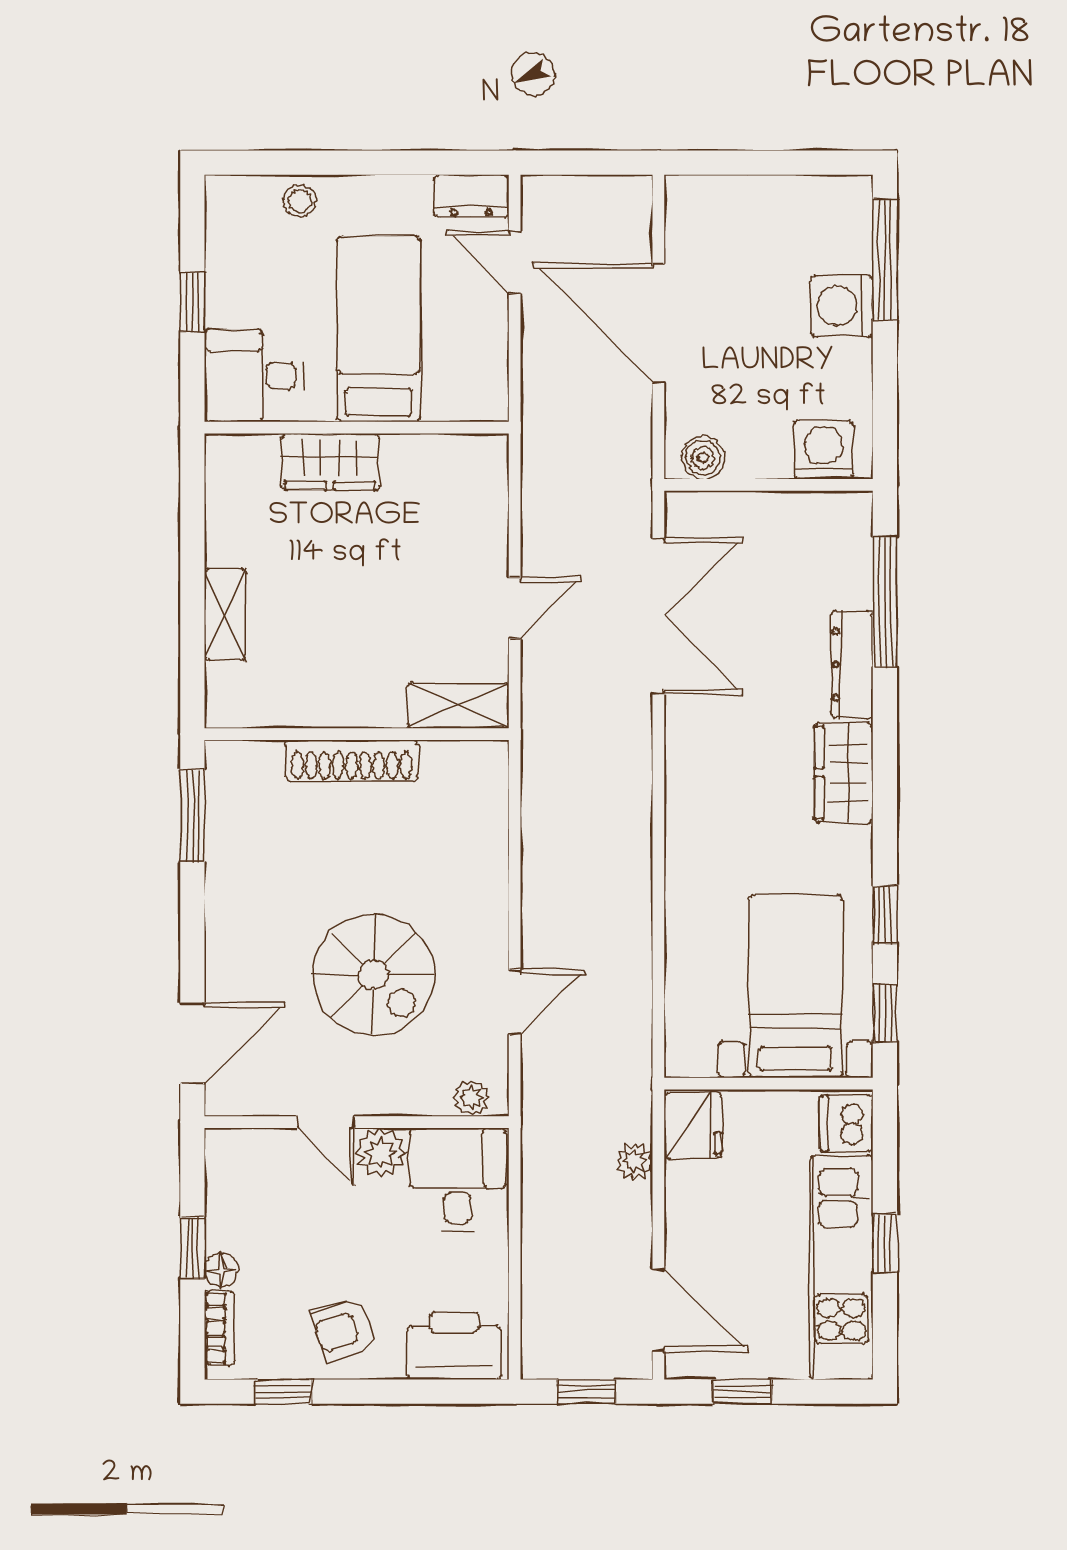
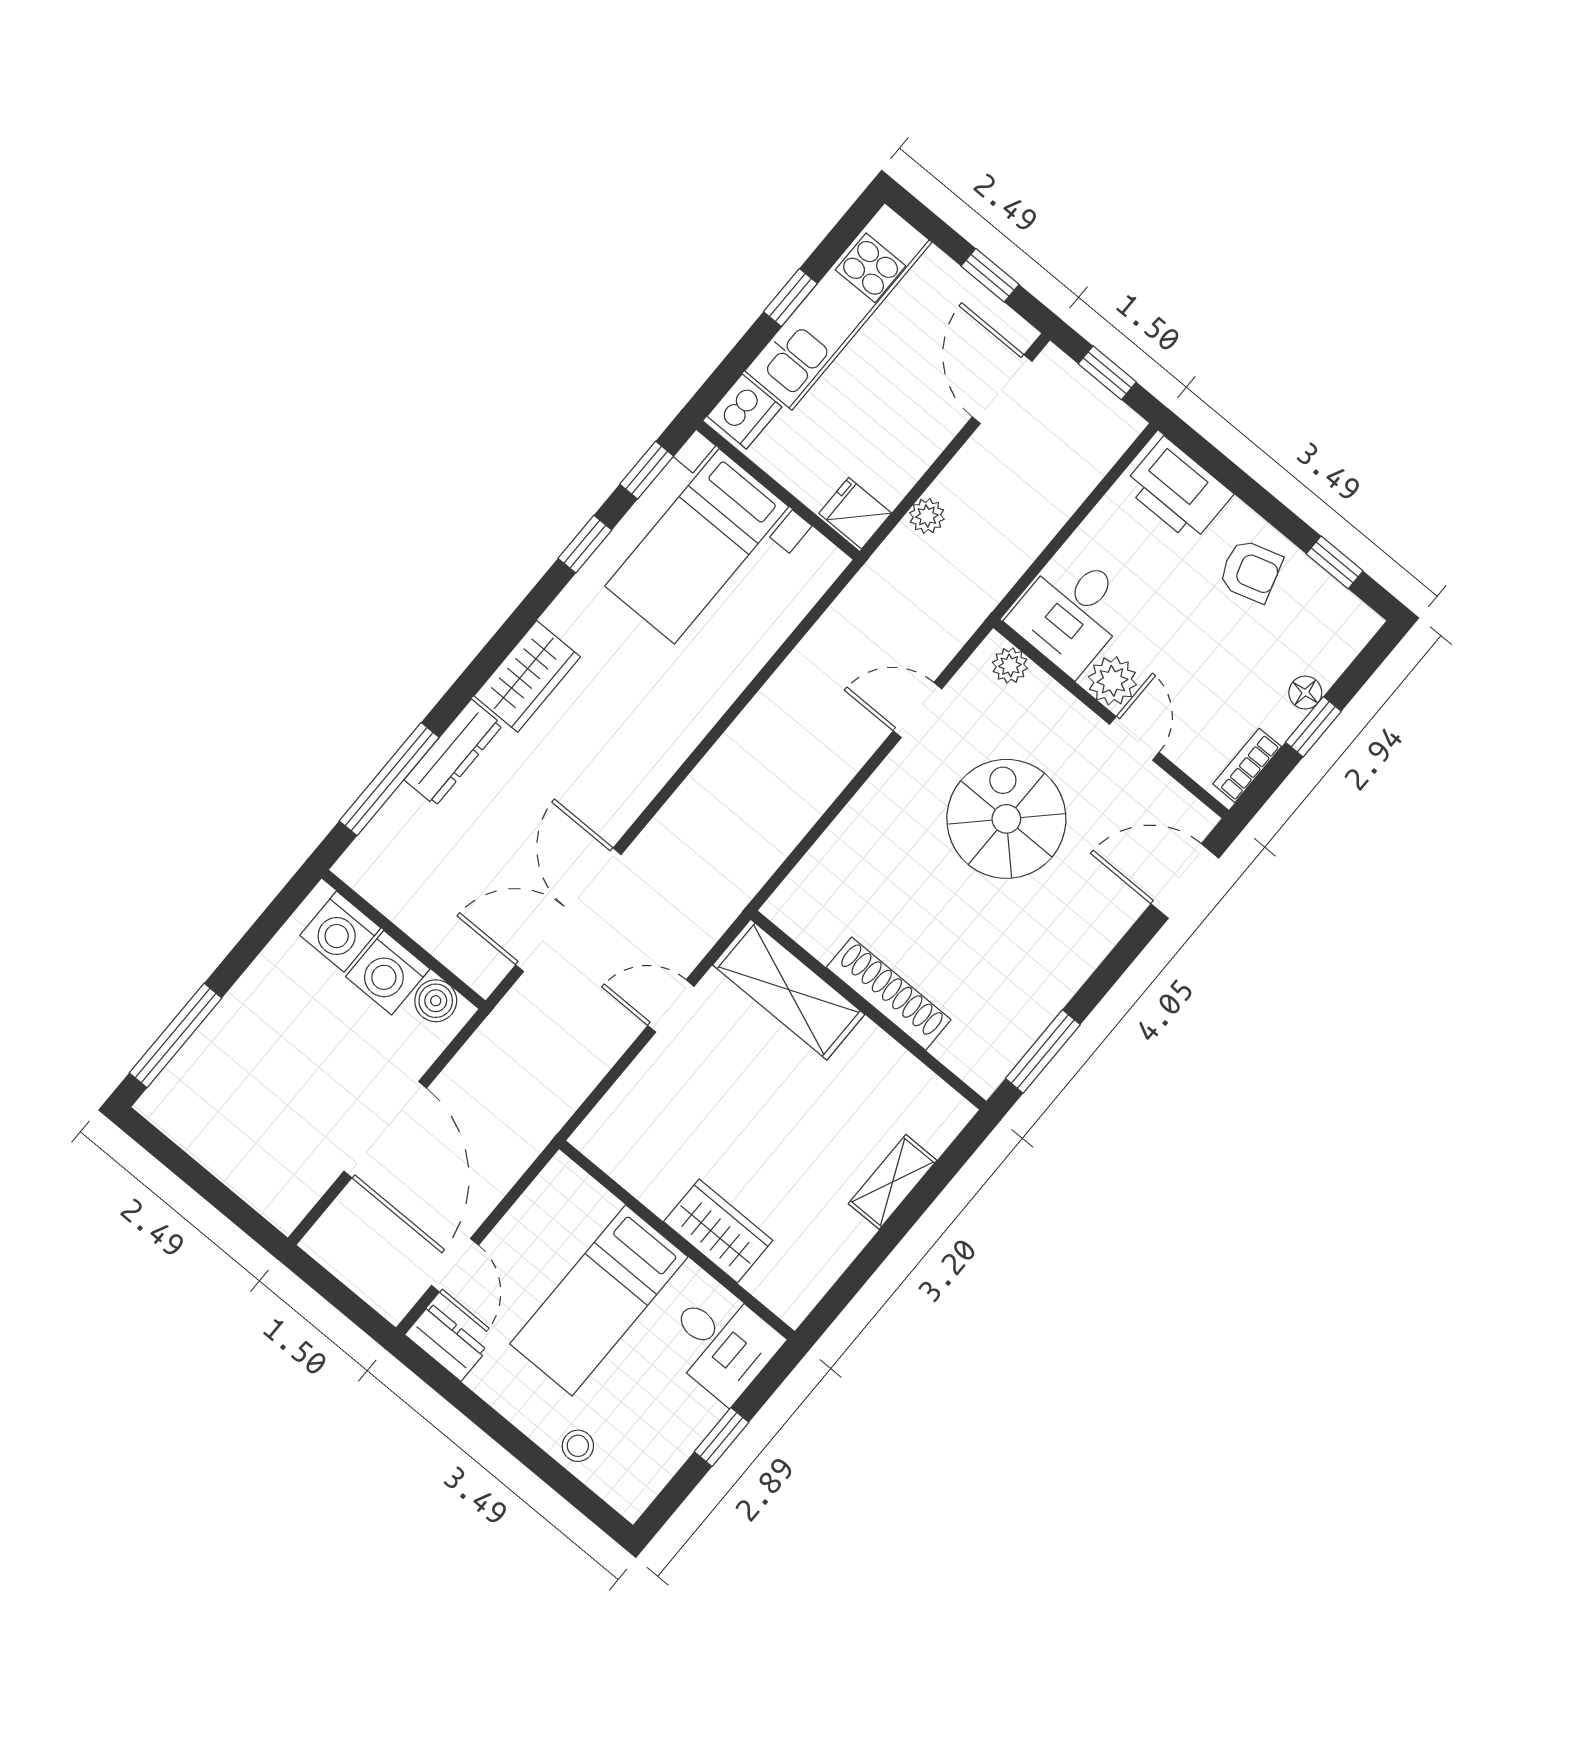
washing machine: (842, 306) -> (388, 973), moved, turned 90
shelving: (458, 705) -> (789, 990), width x1.50, depth x1.33
fridge: (693, 1125) -> (855, 513), width x0.72
bookcase: (219, 1328) -> (1247, 765), moved

